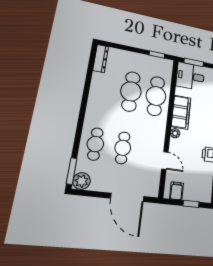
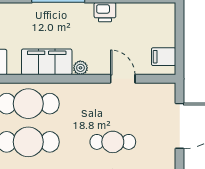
door: (165, 161) -> (123, 79), hinge flipped
window: (191, 204) -> (180, 33), removed

